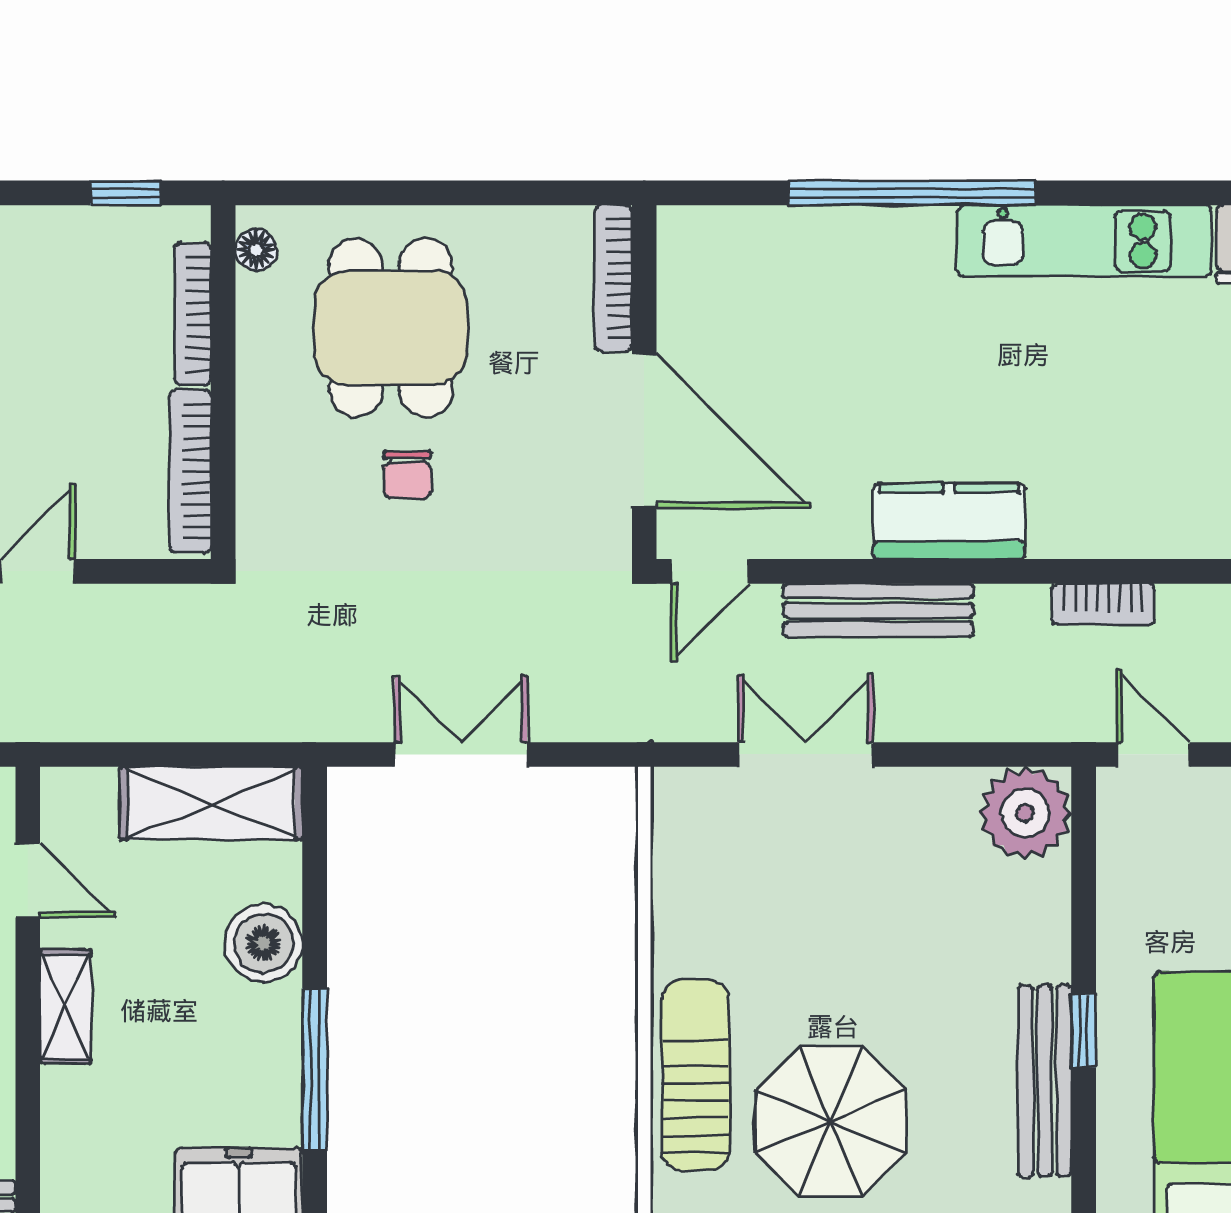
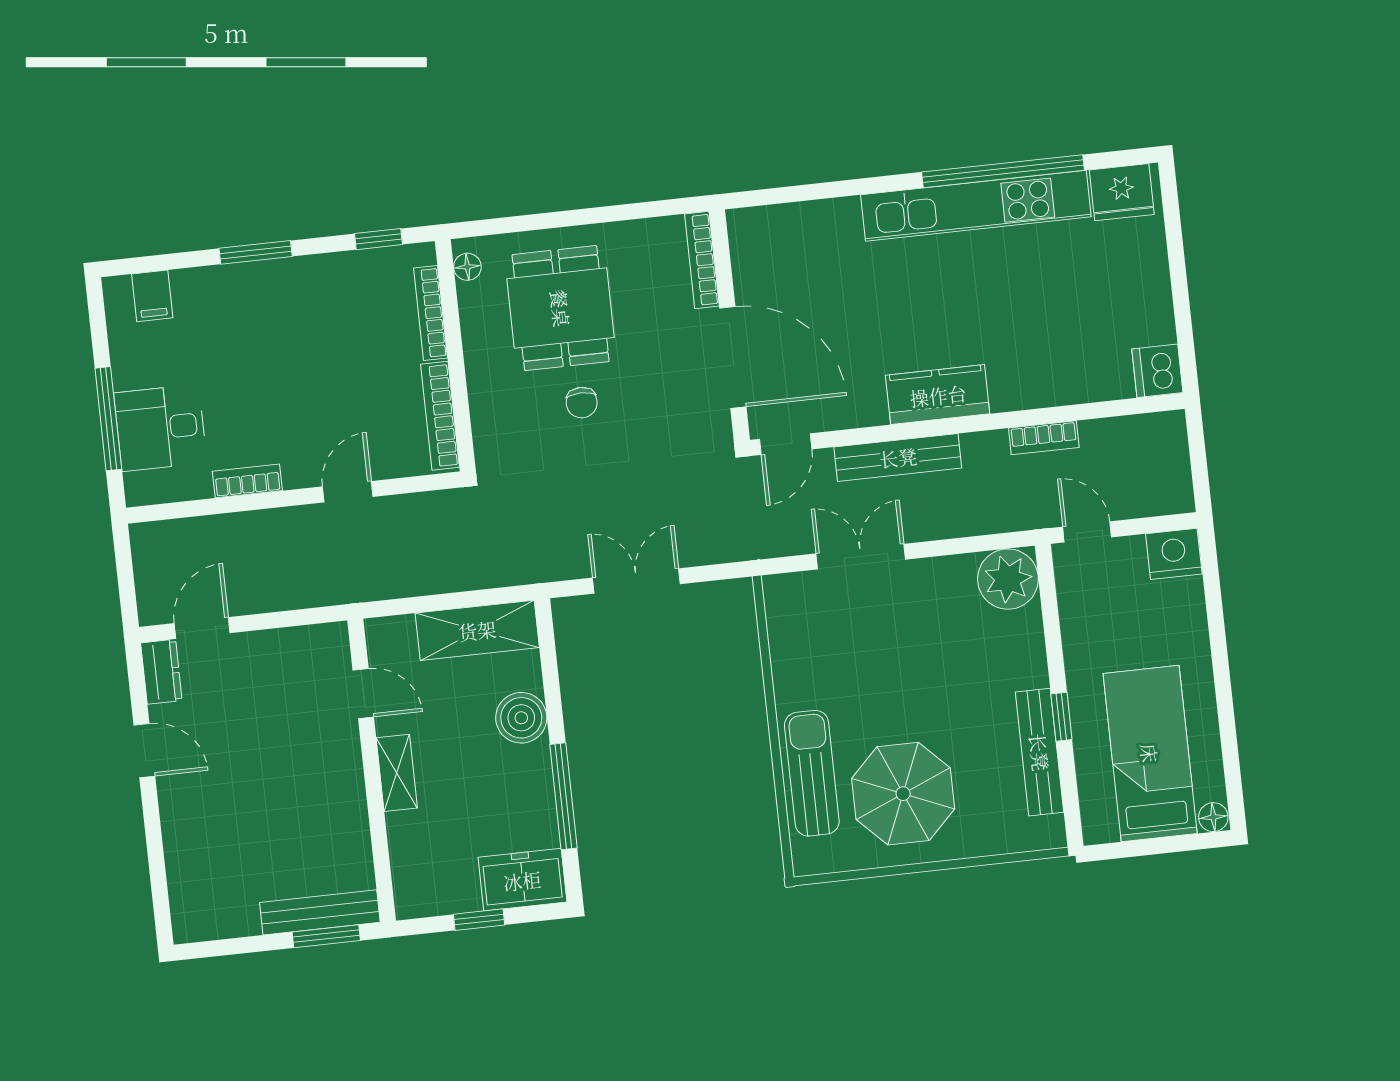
window: (912, 193) -> (1003, 171), moved
kitchen unit: (1084, 241) -> (976, 206), width x1.36

